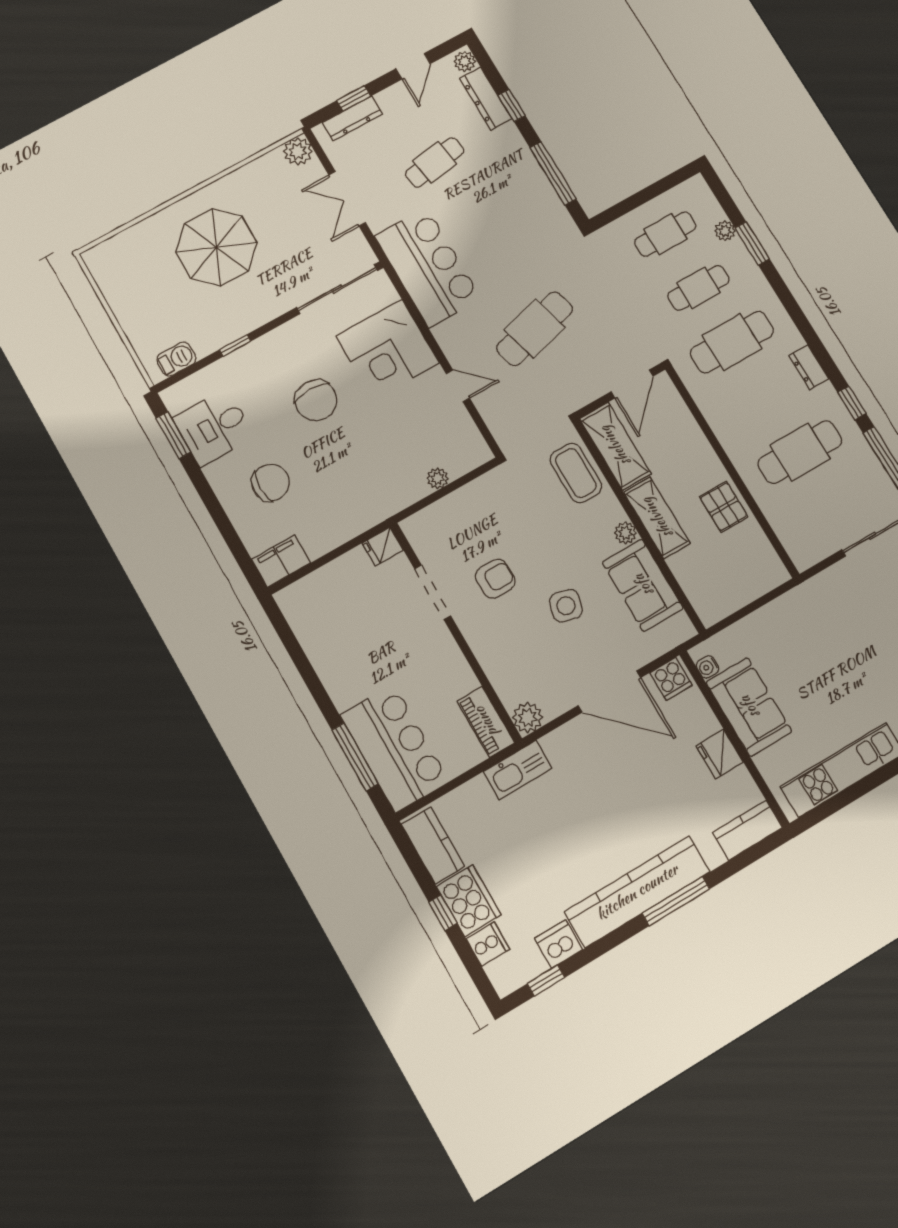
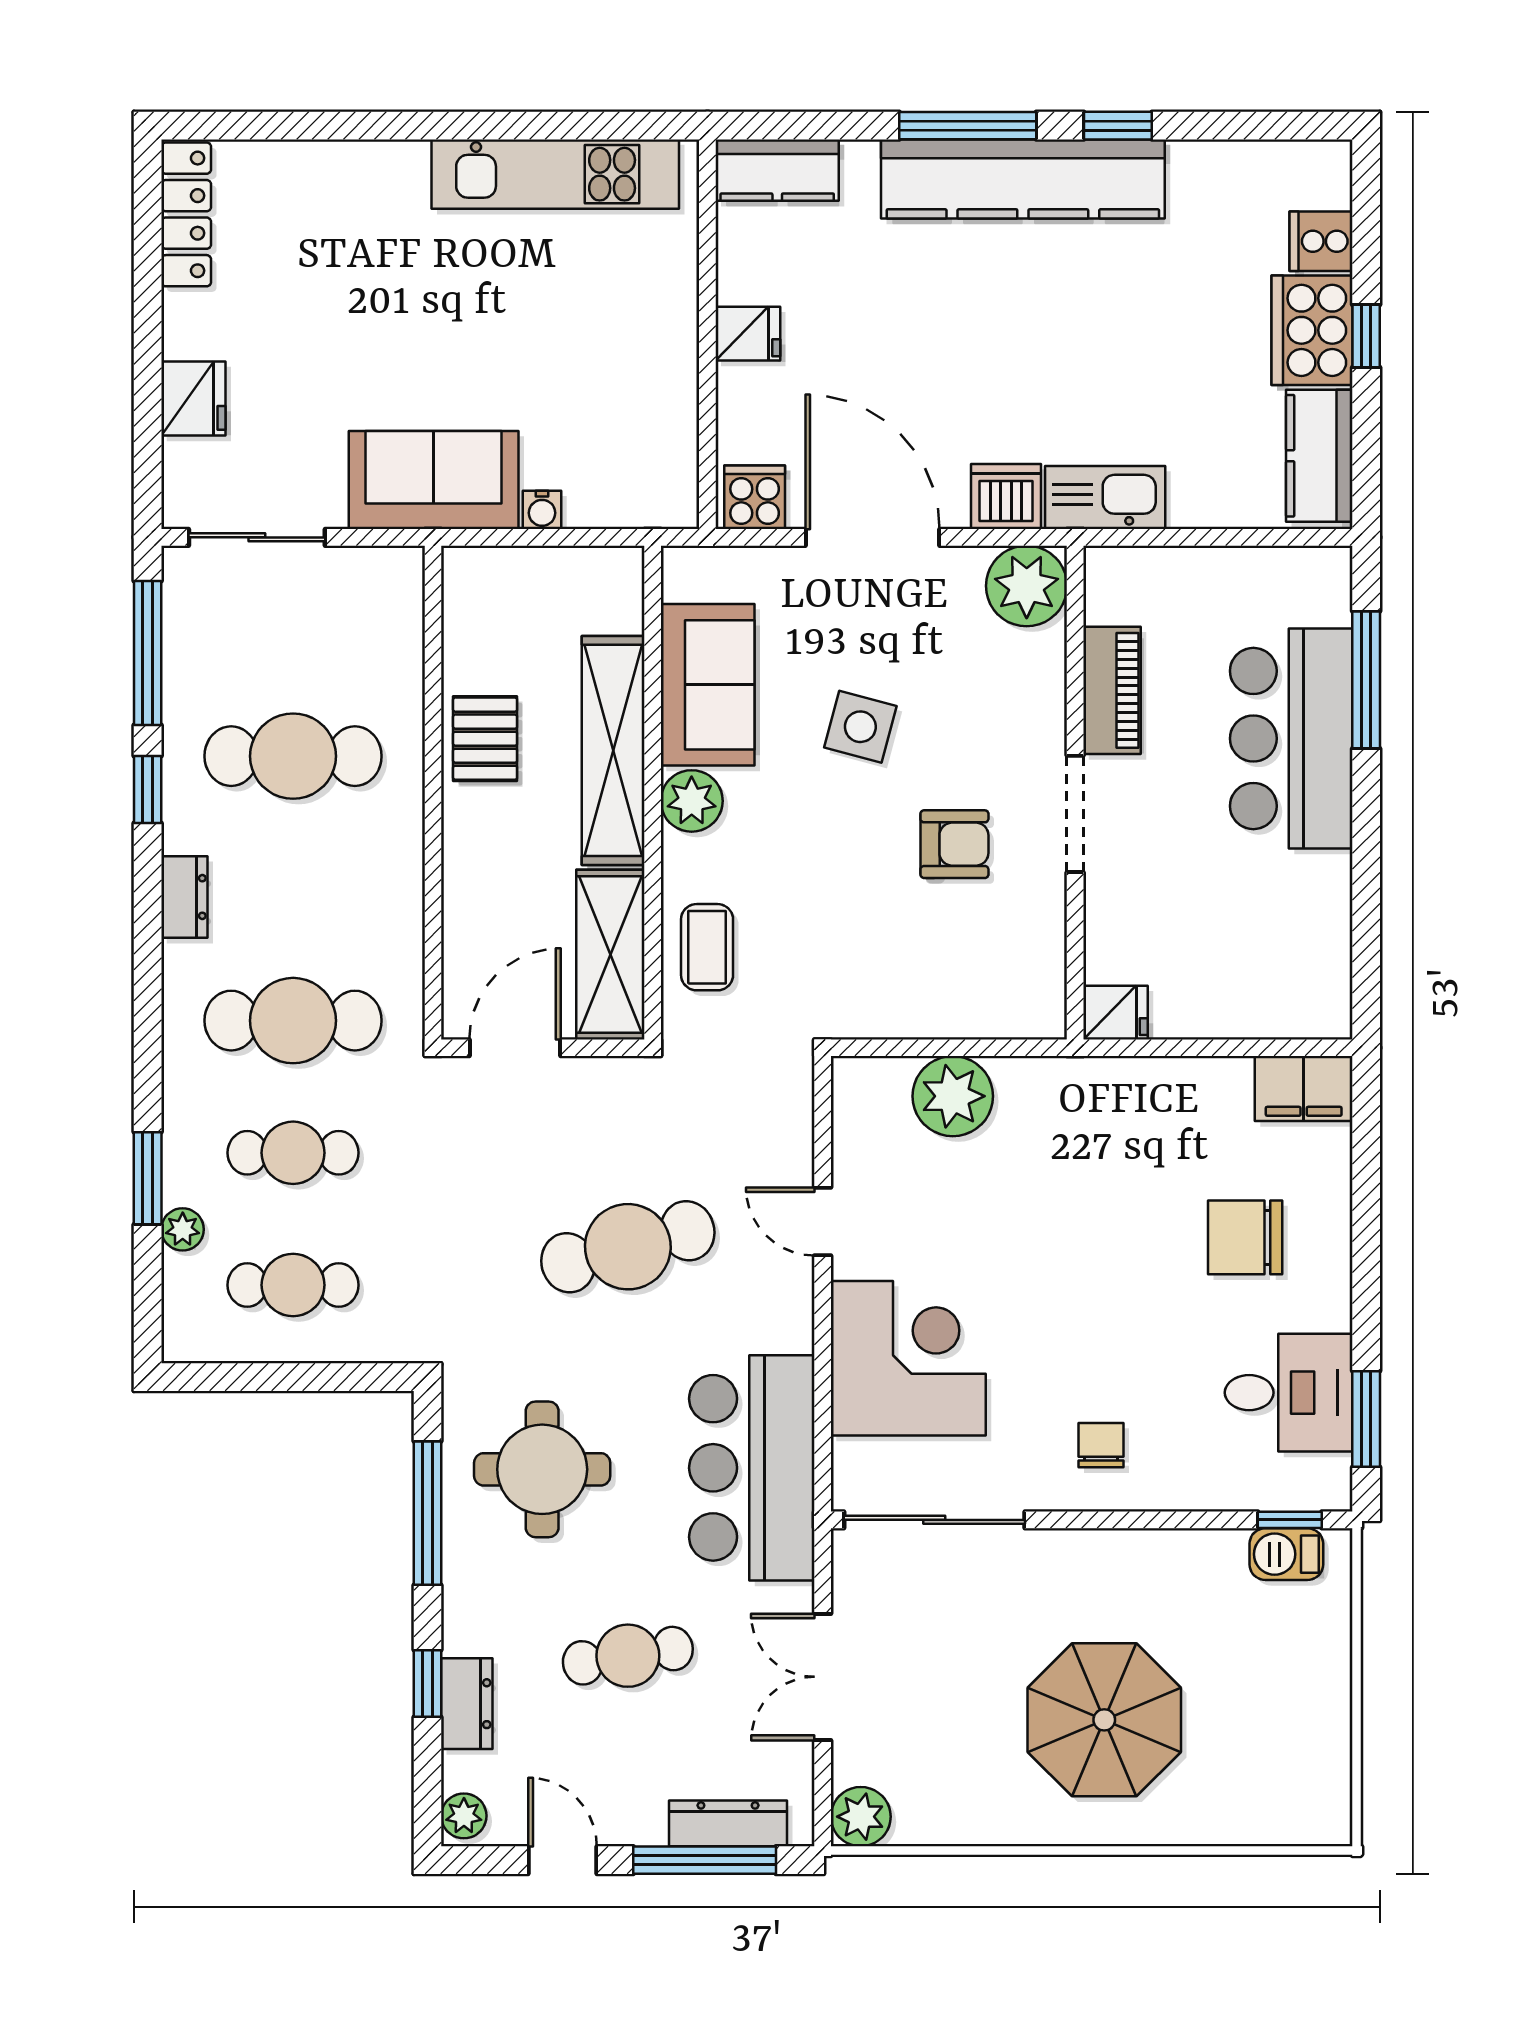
door: (413, 66) -> (563, 1860), hinge flipped
window: (354, 98) -> (705, 1860), width x2.17
dresser: (486, 99) -> (467, 1704), width x0.70
double door: (347, 199) -> (823, 1677), swing flipped
round table: (516, 218) -> (542, 1469), added
window: (235, 345) -> (1290, 1520), moved
chair: (316, 400) -> (1101, 1445), moved, width x0.54, depth x0.54
coffee table: (576, 473) -> (707, 947), width x0.73, depth x0.77
plant: (438, 478) -> (953, 1096), width x1.88, depth x1.88
shelving: (657, 518) -> (613, 750), width x1.47
plant: (625, 533) -> (692, 801), width x1.38, depth x1.38
armchair: (495, 579) -> (954, 844), turned 180
doorway: (433, 592) -> (1075, 814), moved
water cooler: (708, 667) -> (542, 510), moved, turned 90
sofa: (749, 707) -> (434, 480), moved, turned 90
plant: (528, 718) -> (1027, 586), width x1.36, depth x1.36
piano: (486, 722) -> (1112, 690), moved
bar counter: (395, 748) -> (1291, 739), moved
fridge: (720, 754) -> (748, 334), width x0.72
dishwasher: (559, 944) -> (1006, 496), moved, turned 180
window: (546, 981) -> (1118, 126), moved

